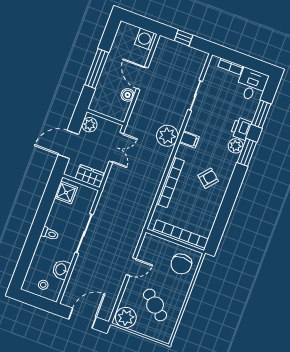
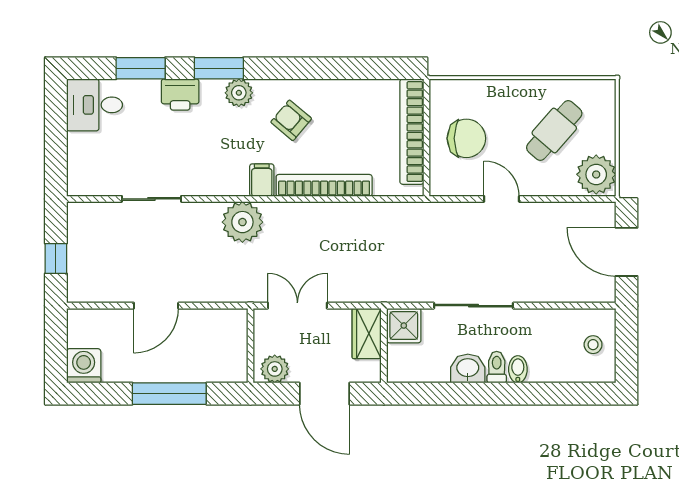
washing machine: (146, 39) -> (84, 366), moved, turned 180
bookcase: (230, 66) -> (75, 155), removed
boiler: (128, 95) -> (196, 321), removed
filing cabinet: (189, 140) -> (262, 180), moved
plant: (236, 146) -> (239, 93), moved
shower: (66, 193) -> (404, 326), moved
bidet: (45, 244) -> (518, 369), added
chair: (181, 264) -> (466, 138), moved
washbasin: (61, 269) -> (468, 369), moved, turned 180

